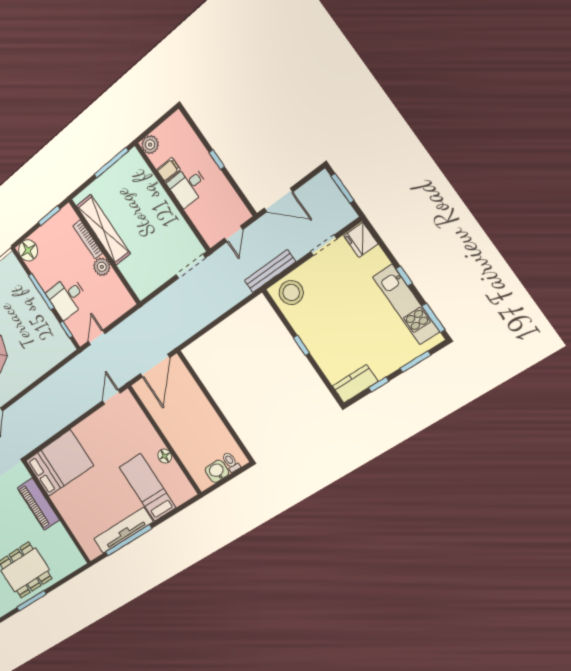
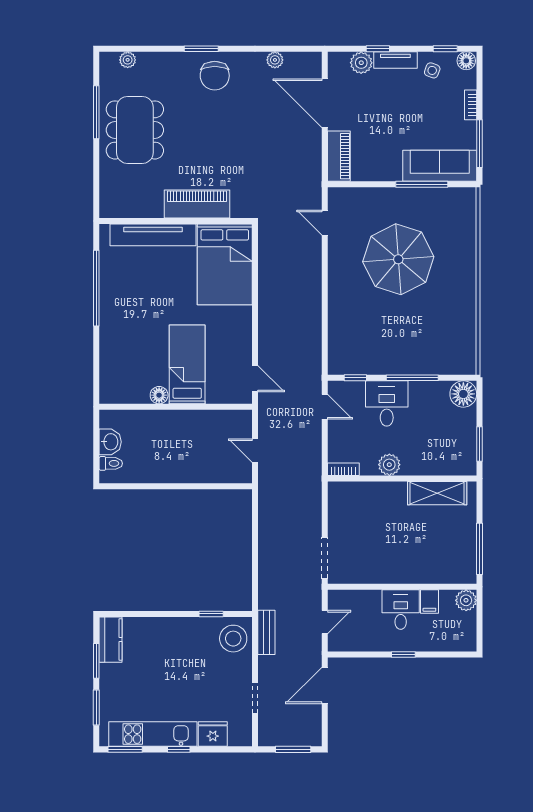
shelving: (103, 230) -> (437, 493), width x0.68
door: (234, 234) -> (325, 622), swing flipped
bookcase: (88, 239) -> (343, 469), moved, width x0.64
fridge: (361, 240) -> (213, 734), moved
bench: (270, 271) -> (266, 632), width x0.73
window: (301, 345) -> (211, 614), moved
door: (155, 366) -> (255, 451), width x0.53
window: (379, 384) -> (96, 661), width x1.50
bed: (147, 487) -> (187, 364), moved, turned -90
tv unit: (123, 530) -> (153, 235), moved, turned 90

